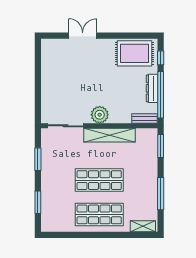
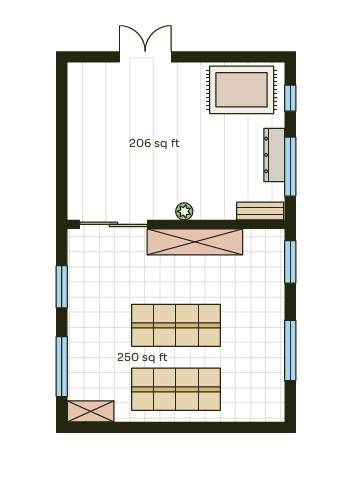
window: (161, 95) -> (290, 167), width x0.68
plant: (100, 115) -> (184, 211), width x0.53, depth x0.53
window: (38, 202) -> (62, 367), width x1.44
shelving: (143, 226) -> (91, 411), moved

